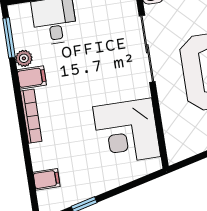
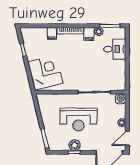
corner desk: (127, 132) -> (45, 73), moved, turned 76
filing cabinet: (47, 179) -> (52, 33), moved

